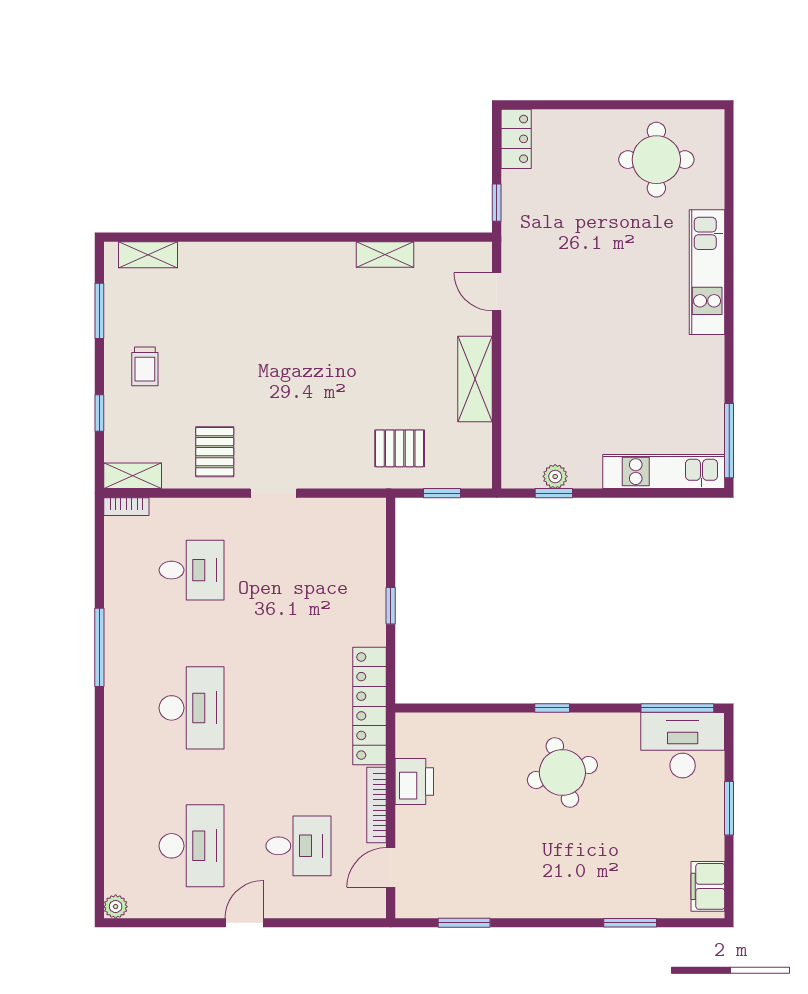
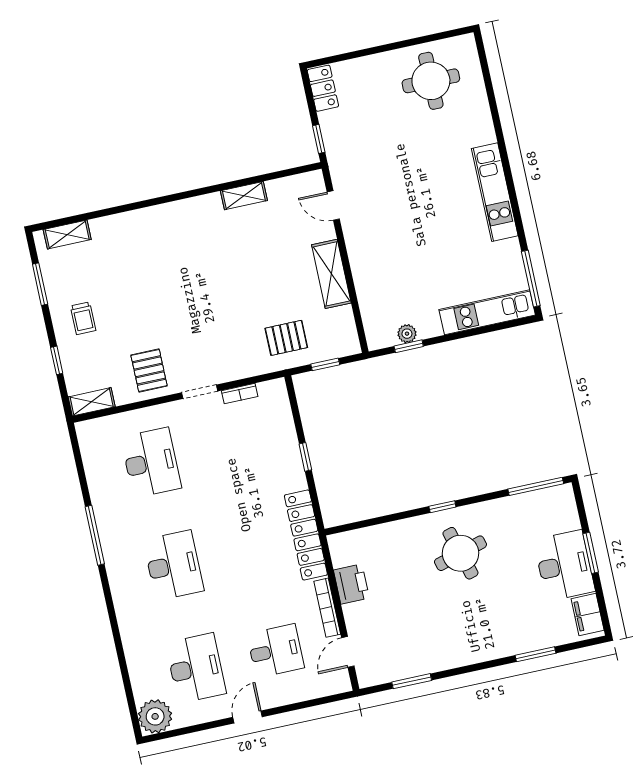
kitchen unit: (707, 272) -> (495, 192), moved
bookcase: (126, 507) -> (240, 394), moved
desk: (192, 570) -> (151, 463), width x1.37
desk: (683, 745) -> (564, 566), moved, turned 90
plant: (116, 907) -> (155, 716), width x1.88, depth x1.88

